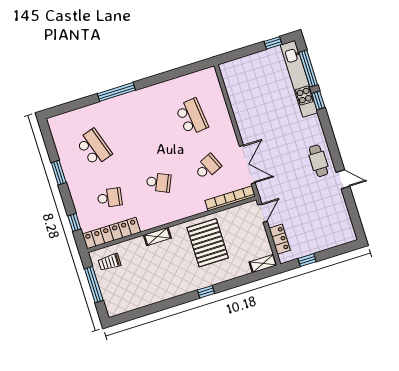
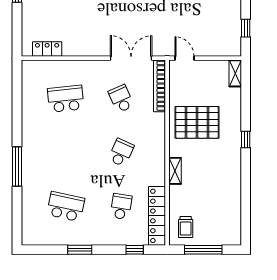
school desk: (94, 147) -> (66, 207), turned 30
locker: (280, 239) -> (47, 49), moved

